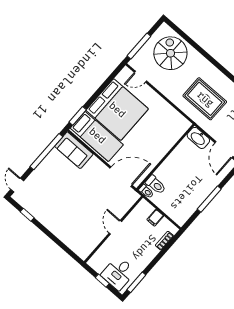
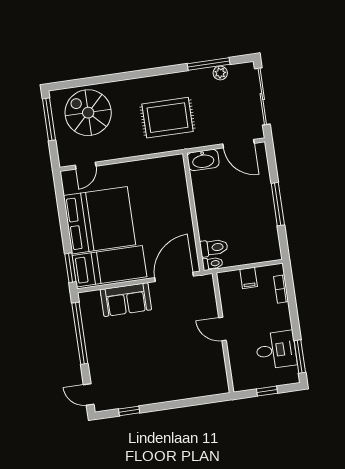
window: (139, 46) -> (49, 119), moved
sofa: (74, 150) -> (126, 300), moved
desk: (118, 273) -> (276, 350), moved, turned -90

